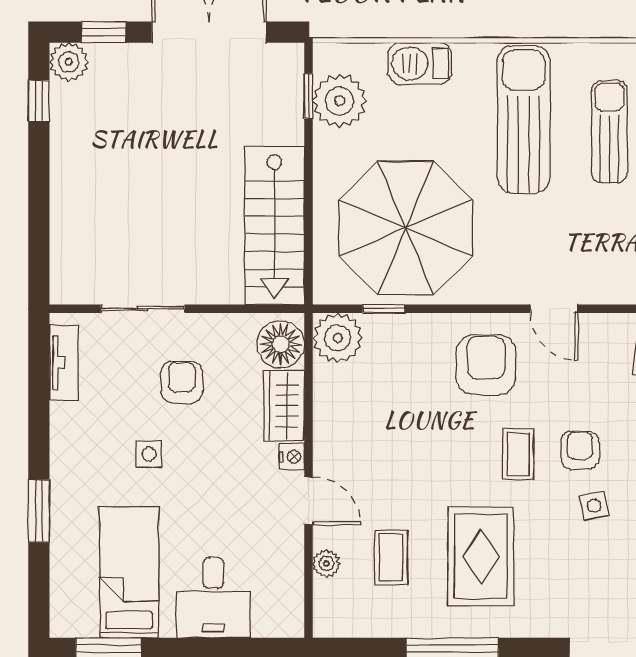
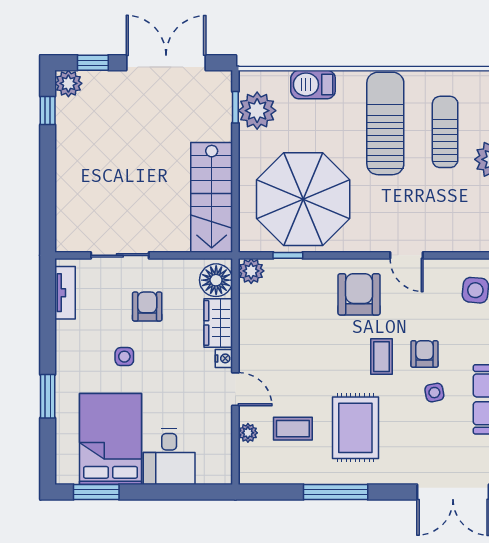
plant: (338, 338) -> (251, 271), width x0.73, depth x0.73
coffee table: (391, 558) -> (293, 429), turned 90
bed: (129, 572) -> (110, 439), width x1.50

